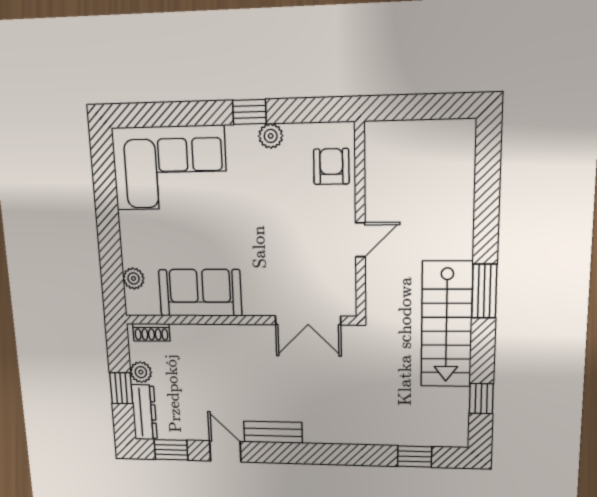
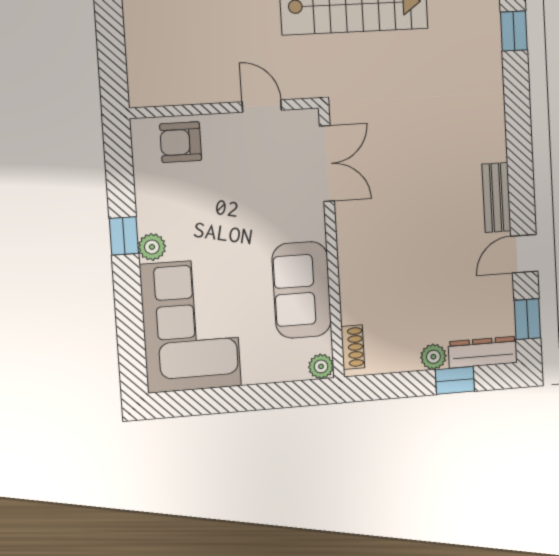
plant: (271, 136) -> (152, 247), moved
sofa: (200, 293) -> (302, 290), moved
wall: (239, 320) -> (331, 243), moved
double door: (308, 320) -> (327, 163), moved
shoe rack: (151, 332) -> (353, 347), moved

